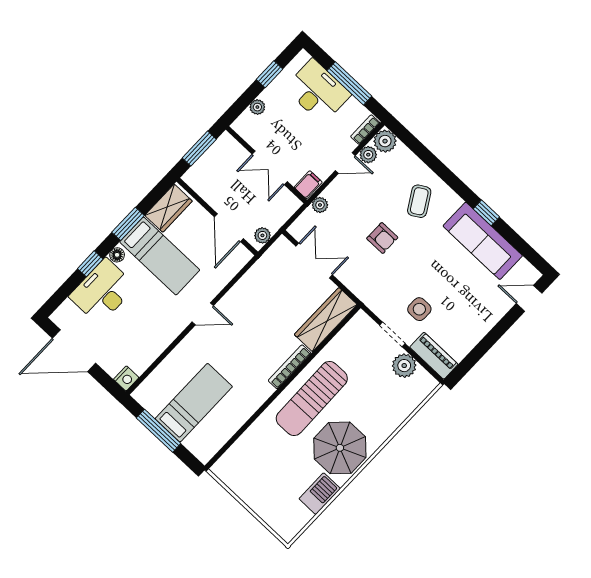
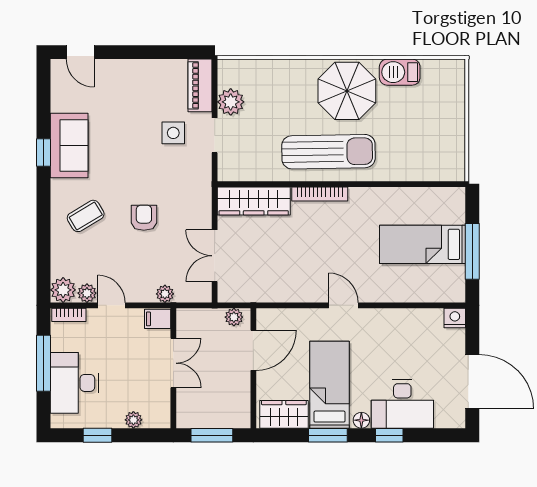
sofa: (483, 241) -> (69, 146), width x0.73

